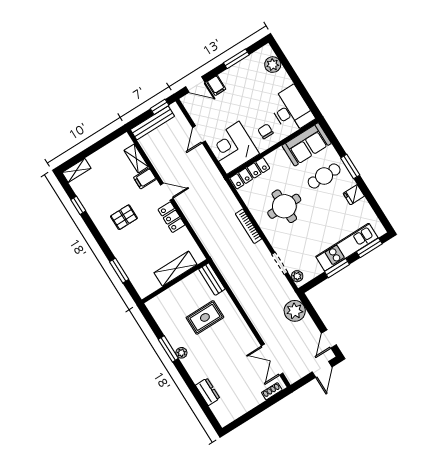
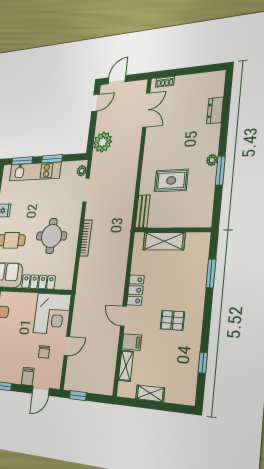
door: (195, 85) -> (41, 391), swing flipped
bench: (152, 123) -> (92, 386), removed
chair: (266, 131) -> (44, 352), moved
shelving: (77, 170) -> (150, 393), moved
locker: (250, 173) -> (38, 282), moved

